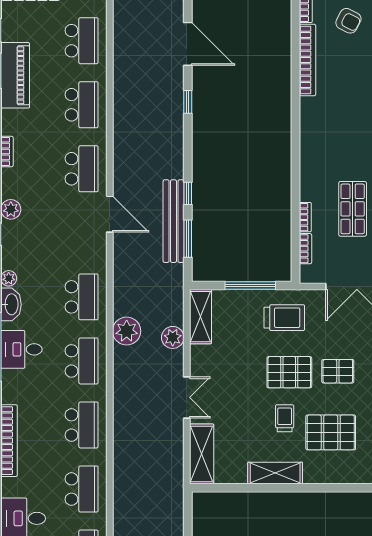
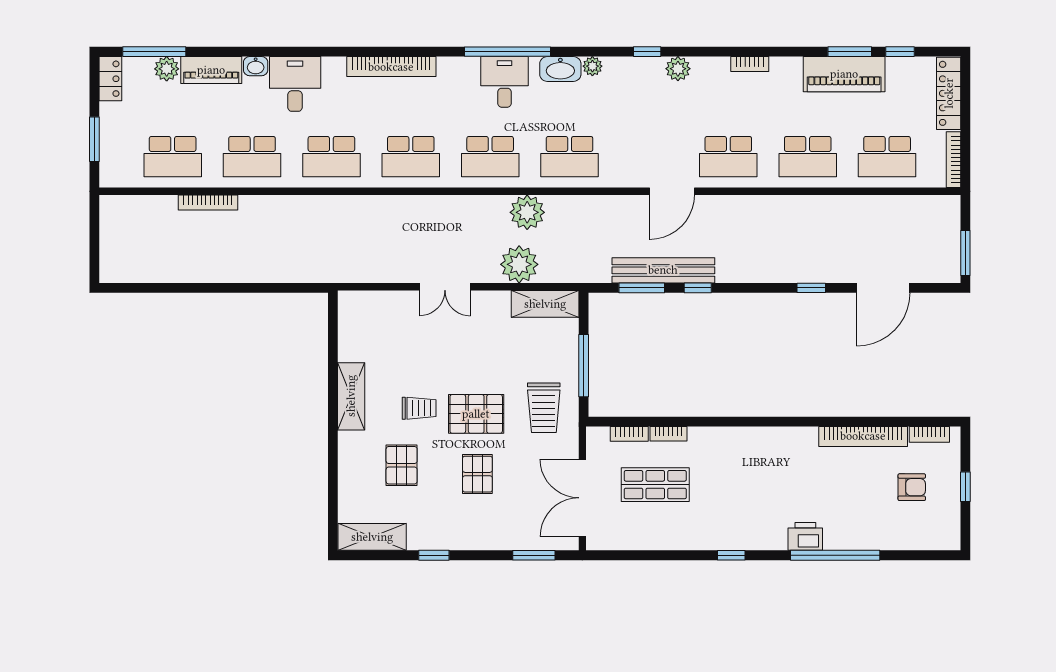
armchair: (348, 21) -> (912, 487), turned -117
shop shelf: (353, 209) -> (655, 485), moved
plant: (173, 337) -> (519, 264), width x1.36, depth x1.36
pallet: (289, 372) -> (476, 414), turned 90
pallet: (331, 432) -> (402, 465), width x0.67, depth x0.71
shelving: (202, 454) -> (375, 305), removed

